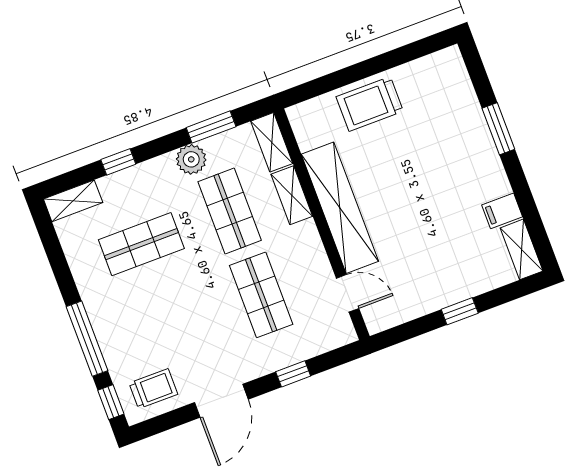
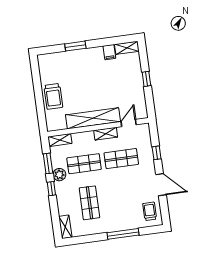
window: (118, 162) -> (51, 189), moved
shelving: (292, 195) -> (106, 134), moved
window: (111, 402) -> (151, 230), removed

